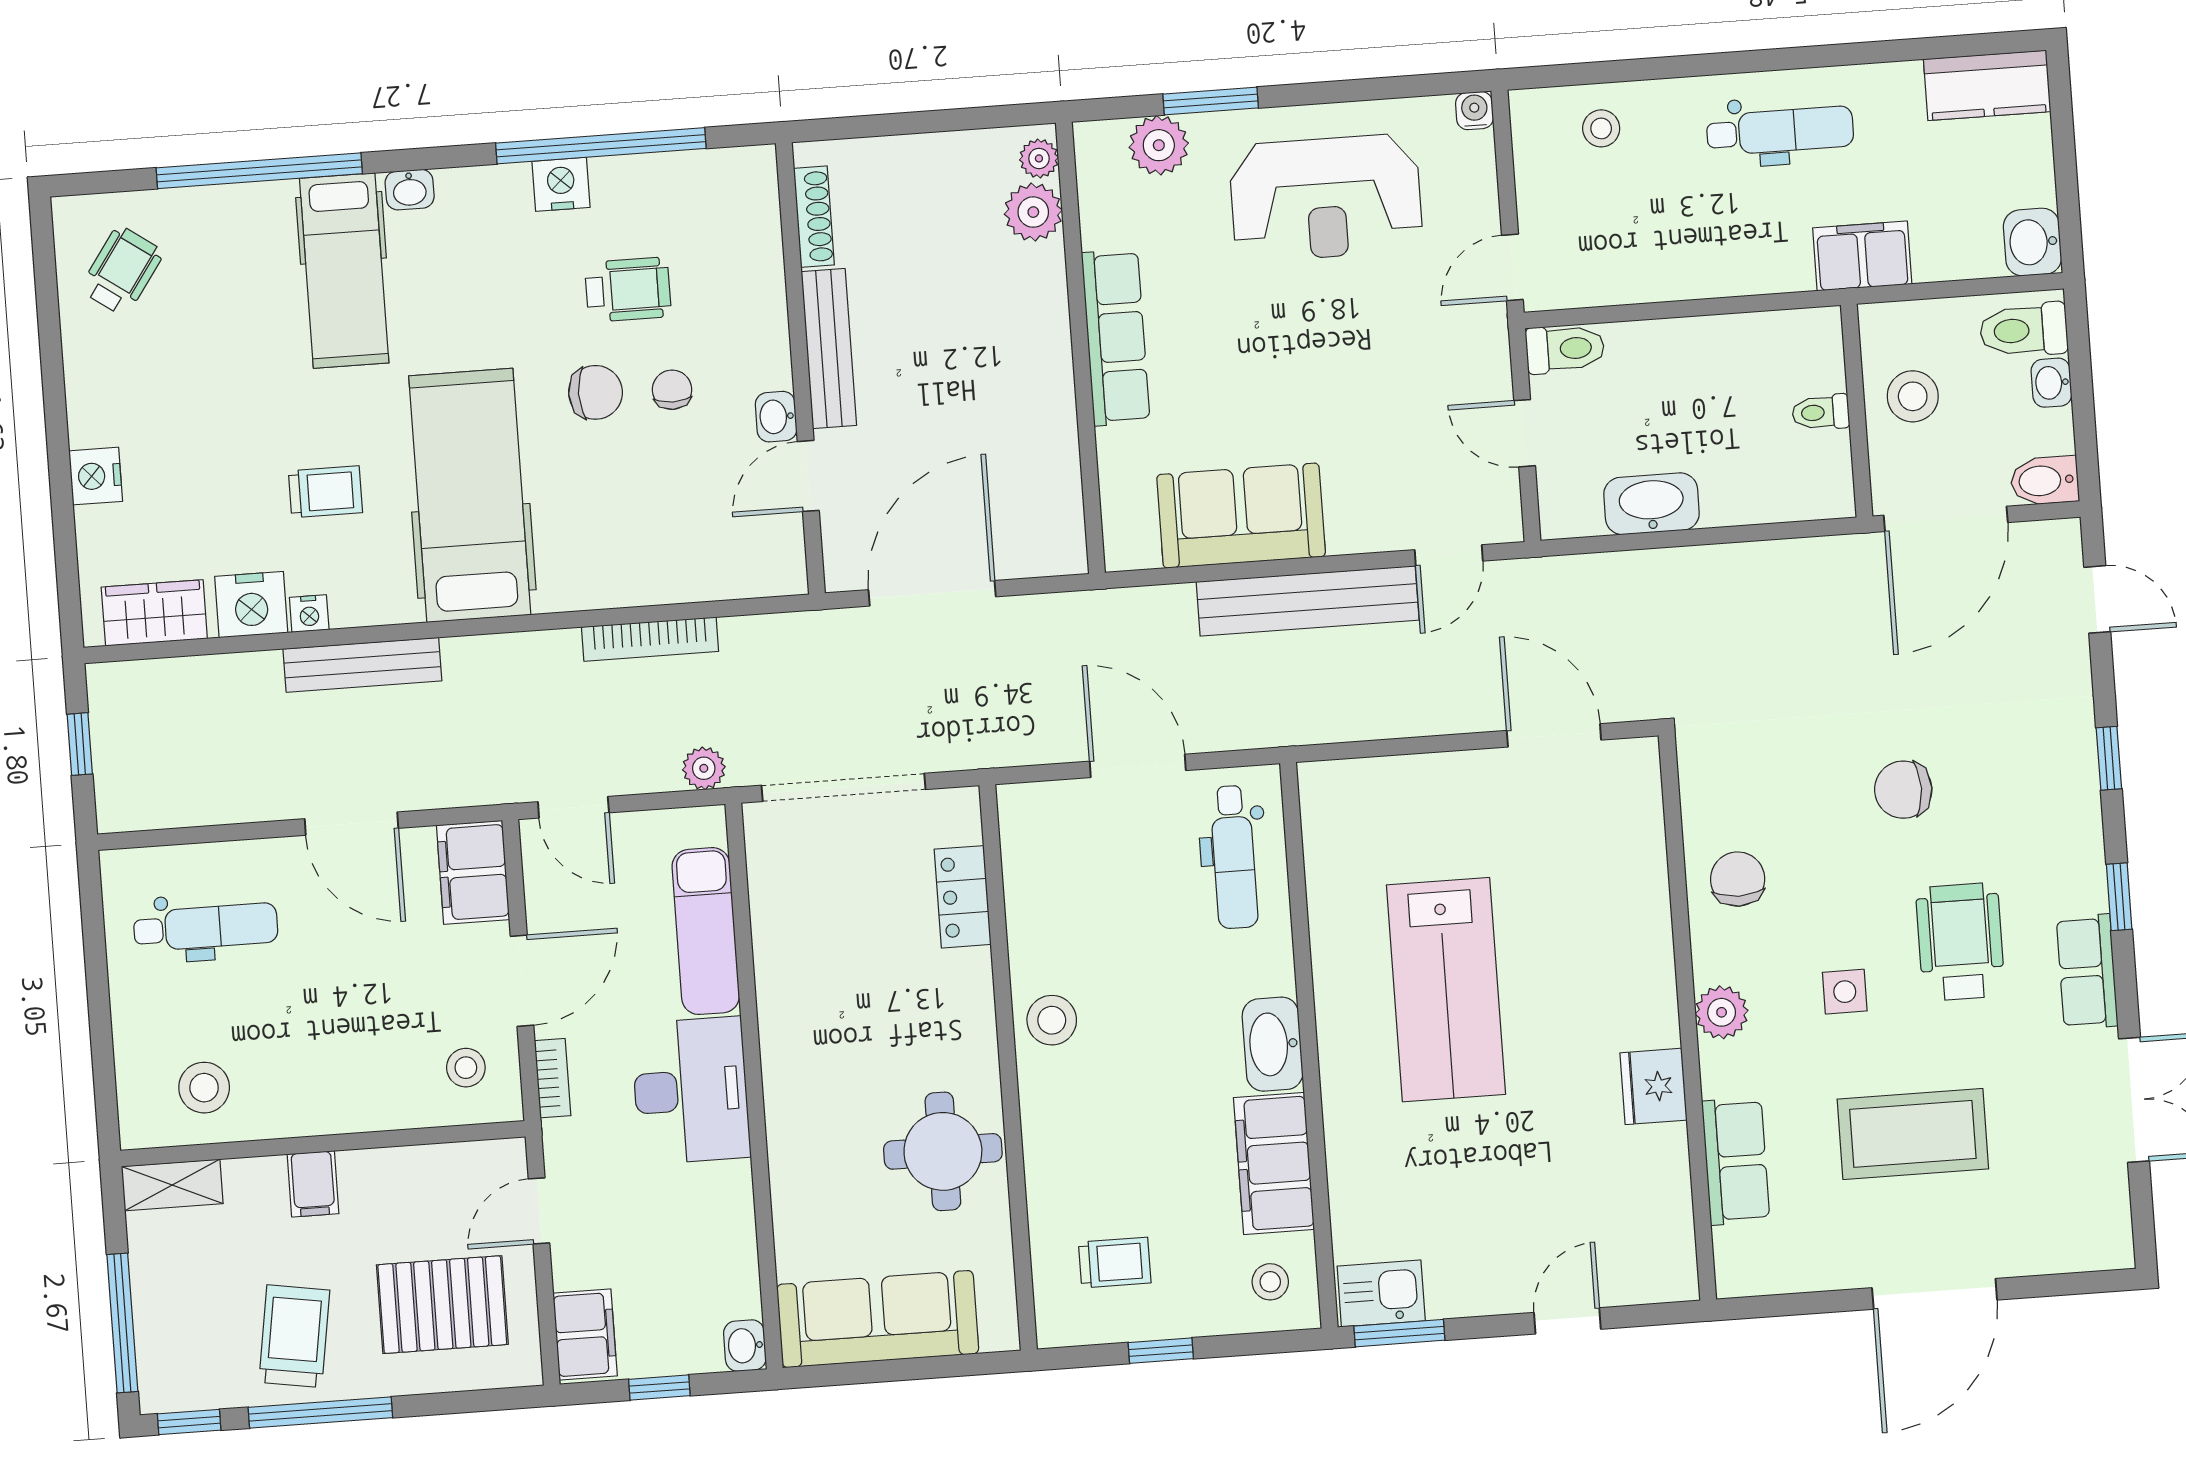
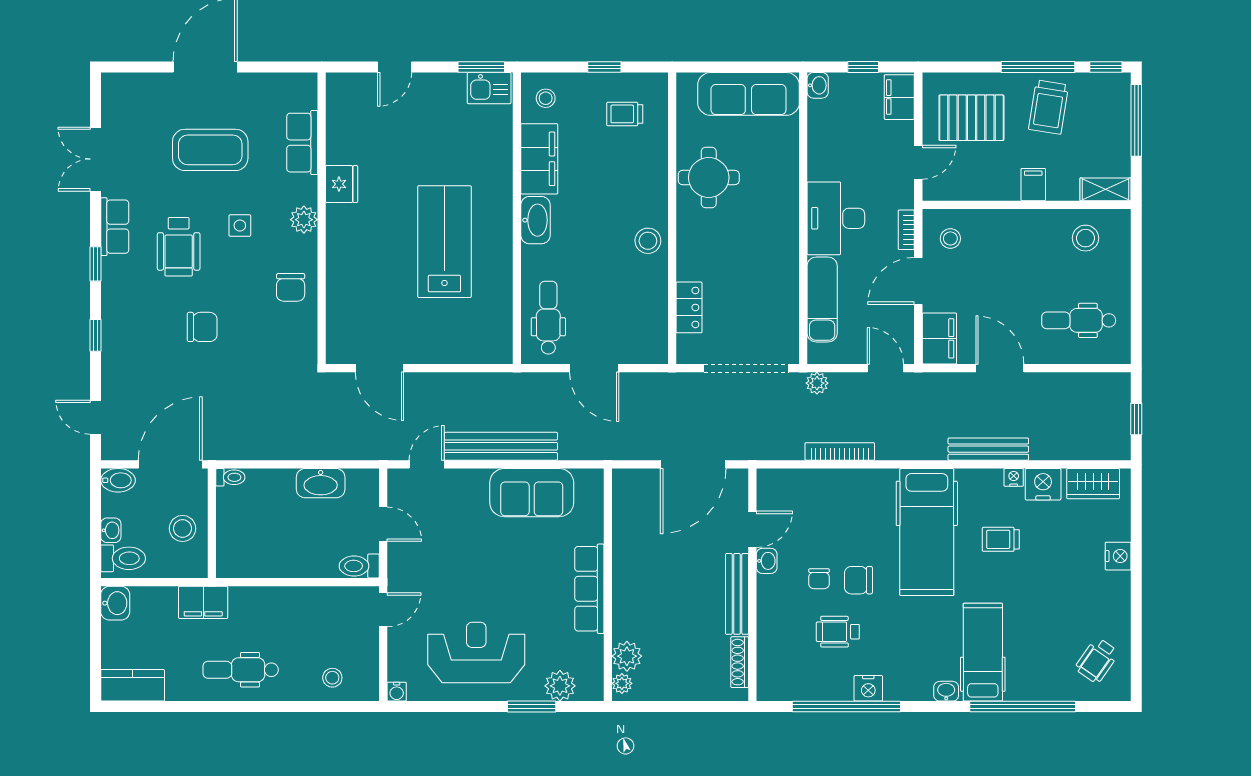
toilet: (1821, 412) -> (230, 477), moved

